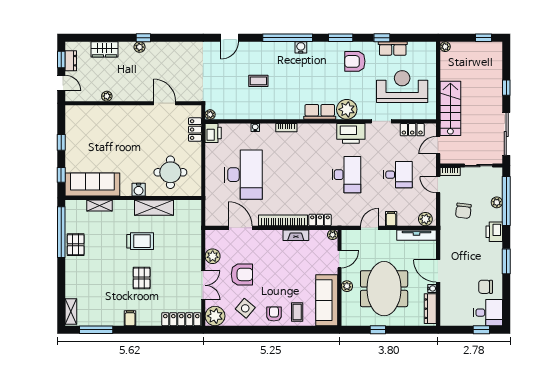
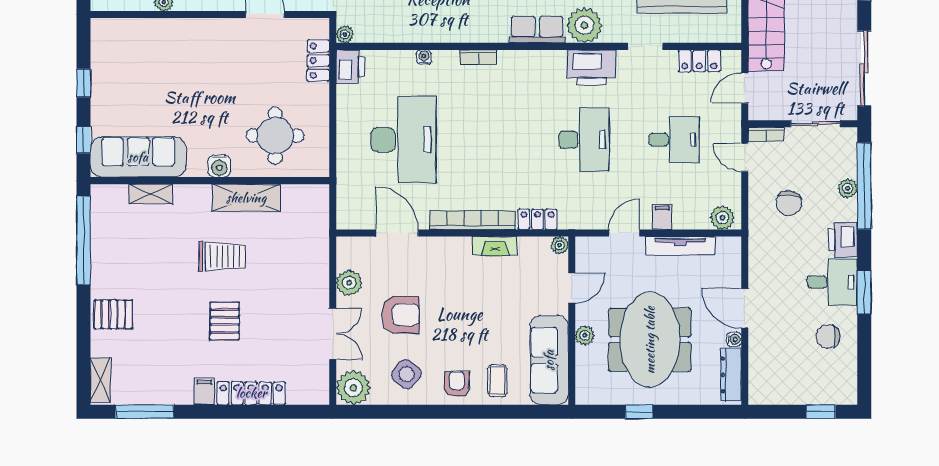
tv unit: (416, 235) -> (680, 246), moved
pallet: (76, 245) -> (113, 314), moved, turned 90
desk: (488, 313) -> (832, 282), moved
locker: (181, 319) -> (251, 393), moved

